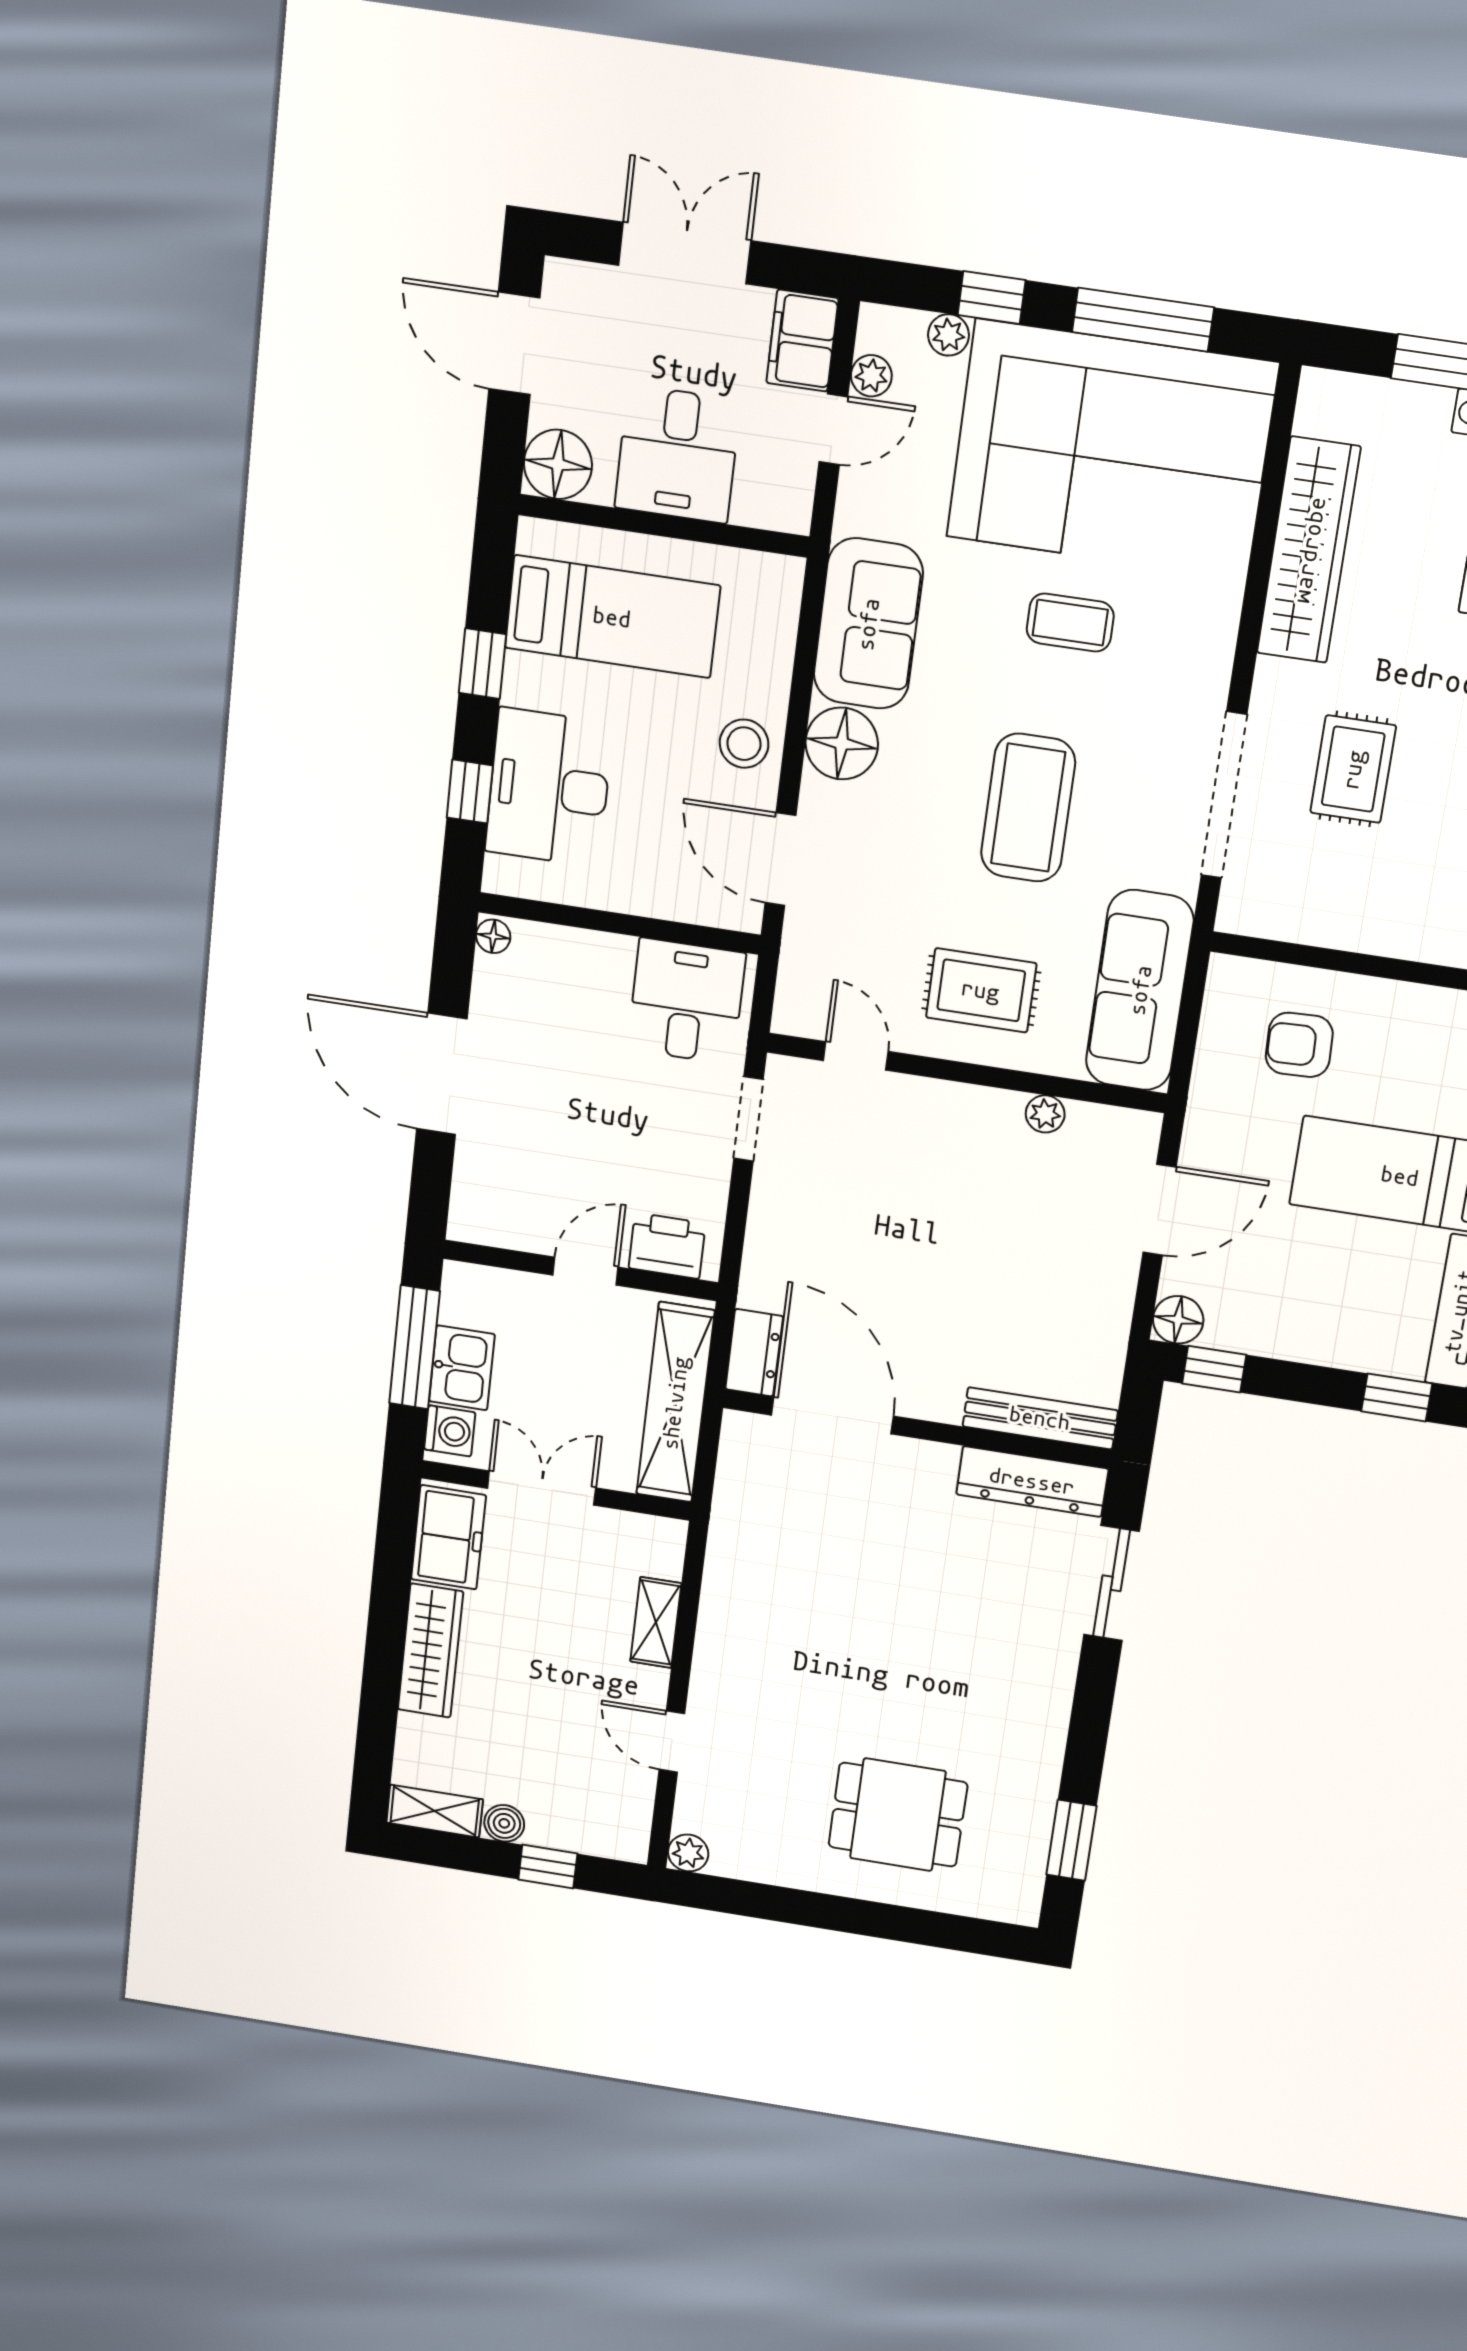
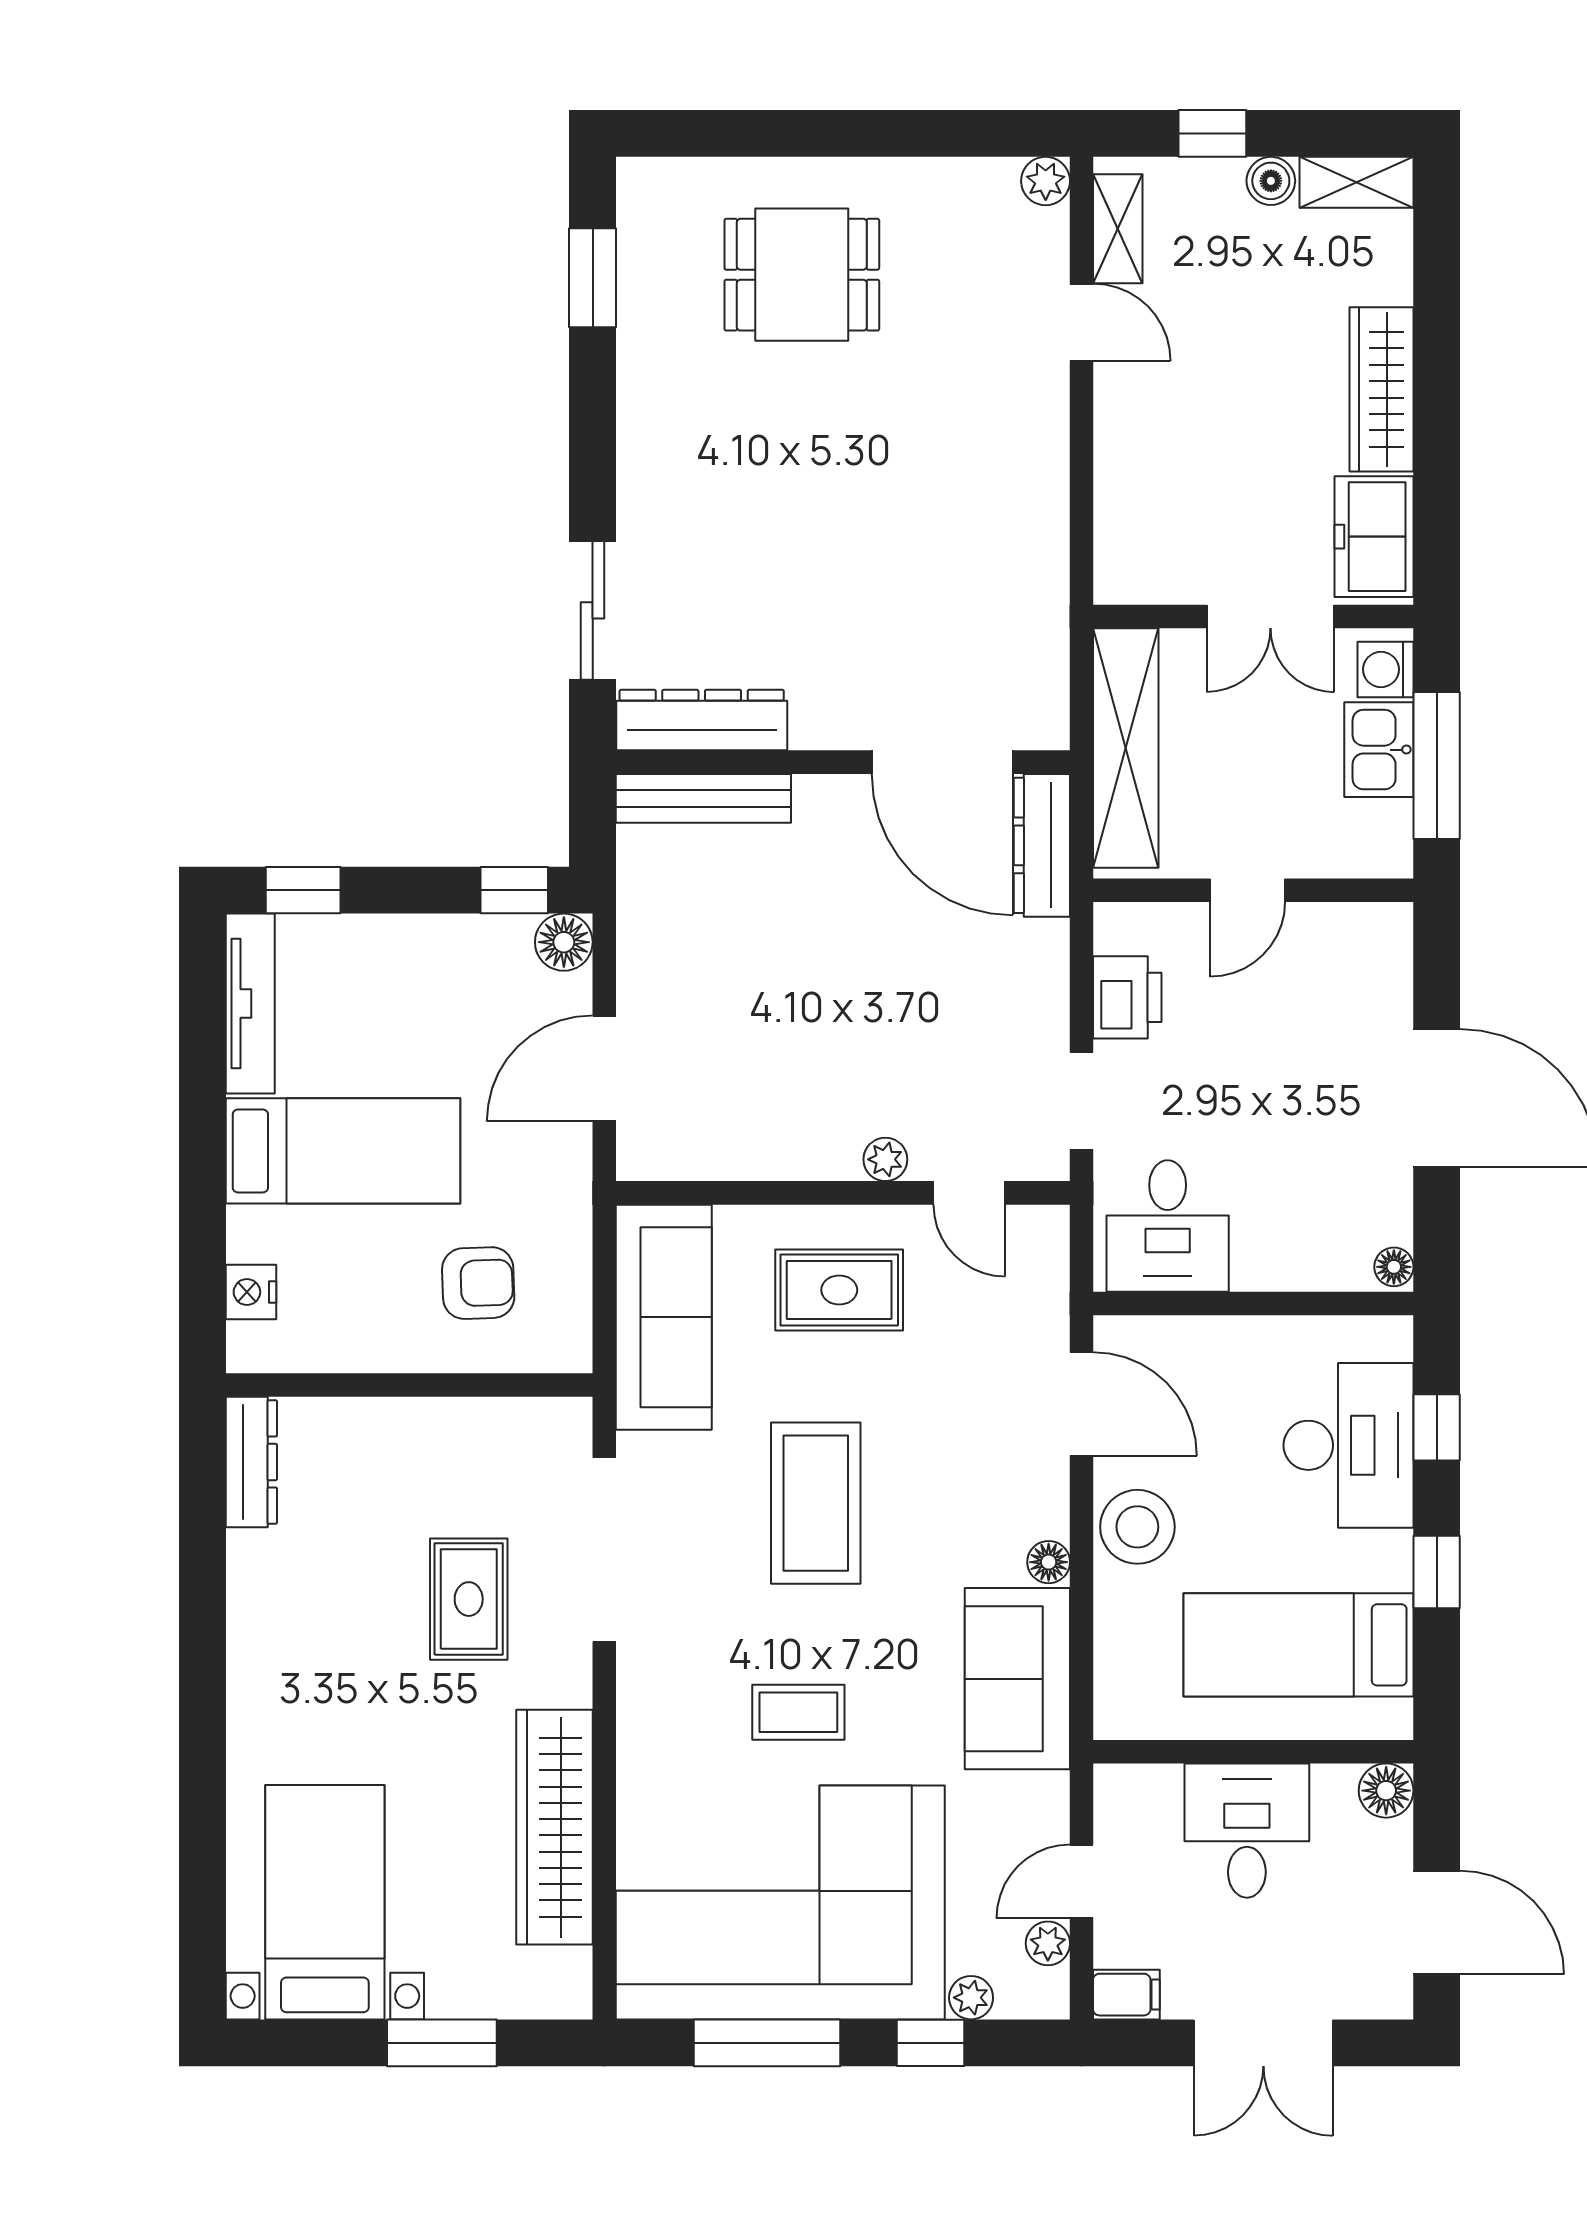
filing cabinet: (802, 341) -> (1126, 1995), width x0.50
floor lamp: (558, 464) -> (1386, 1791), width x0.73, depth x0.73
floor lamp: (842, 743) -> (1049, 1562), width x0.53, depth x0.53
stool: (744, 744) -> (1137, 1527), width x1.38, depth x1.38
plant: (1045, 1114) -> (885, 1159), moved
printer: (667, 1246) -> (1127, 997), moved, turned -90
dresser: (754, 1353) -> (1042, 845), width x1.44
shelving: (656, 1622) -> (1118, 229), moved

